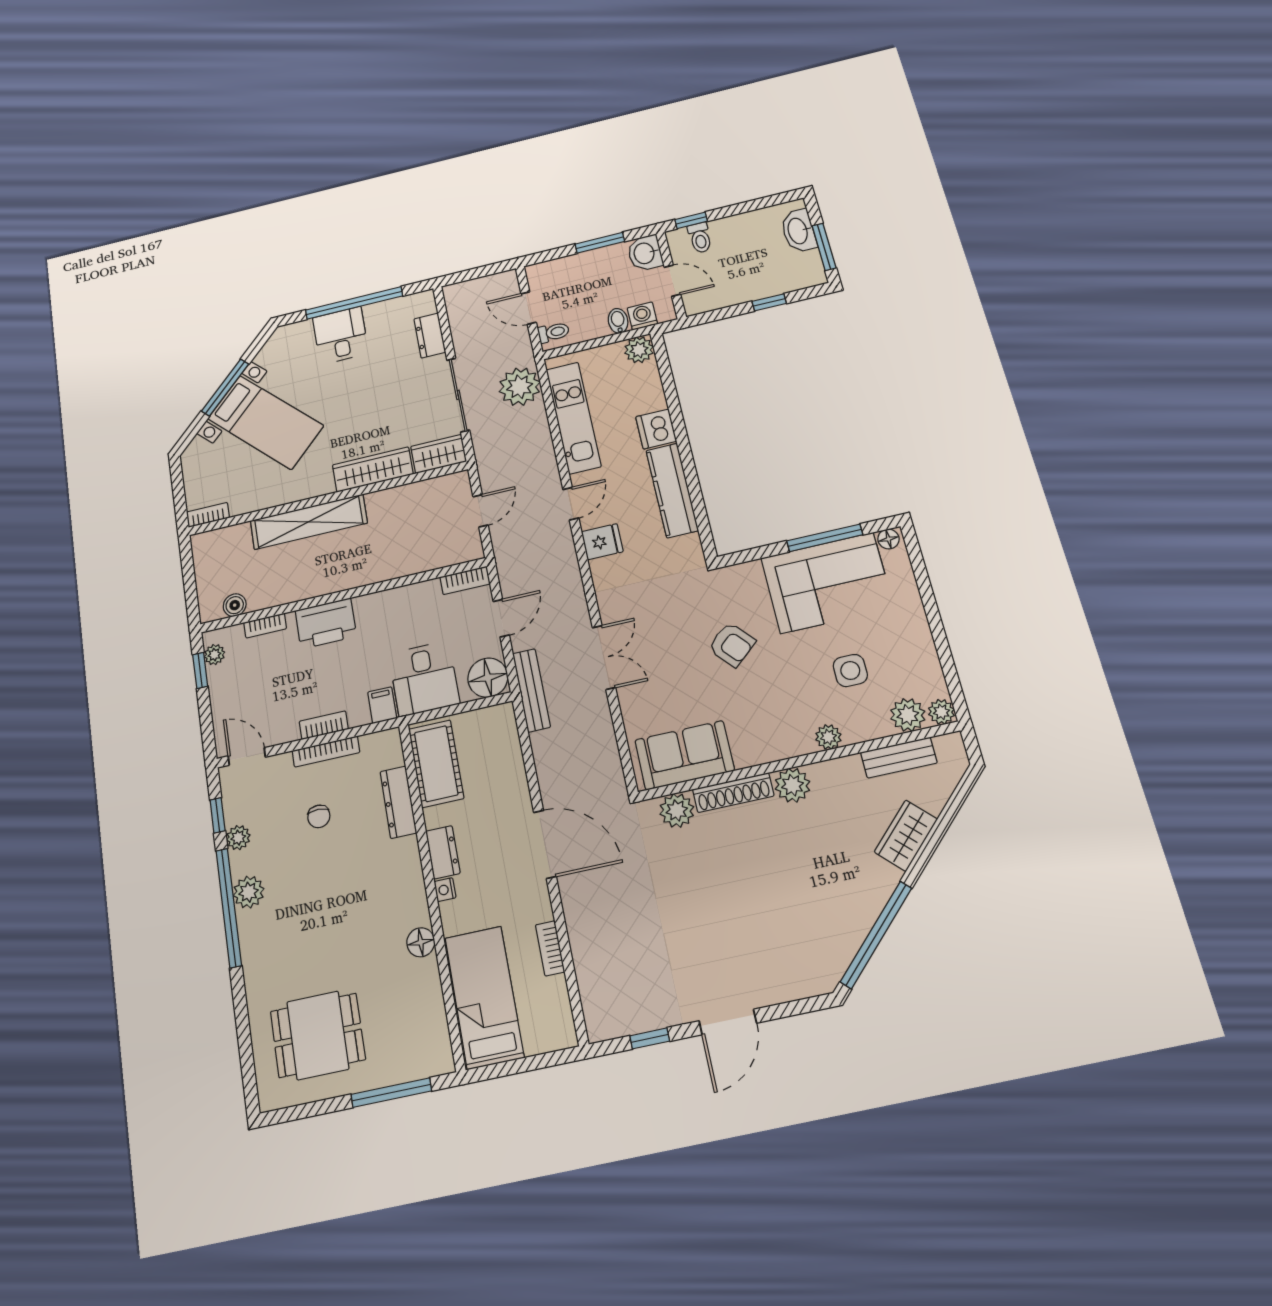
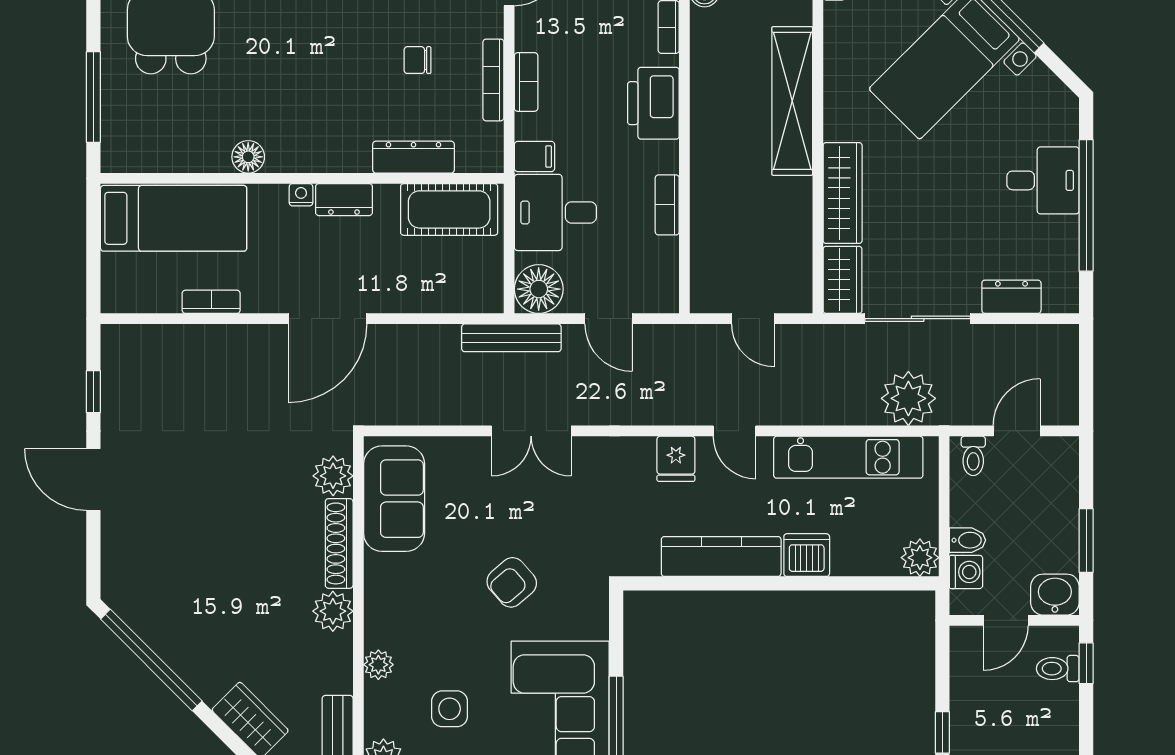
bookcase: (465, 580) -> (667, 205), moved

